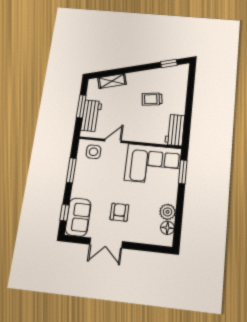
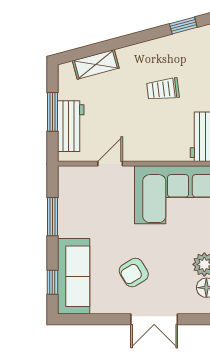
side table: (93, 152) -> (82, 184), removed
armchair: (119, 212) -> (134, 272), turned -121
sofa: (78, 217) -> (74, 276), width x1.36
double door: (106, 243) -> (154, 319), moved

